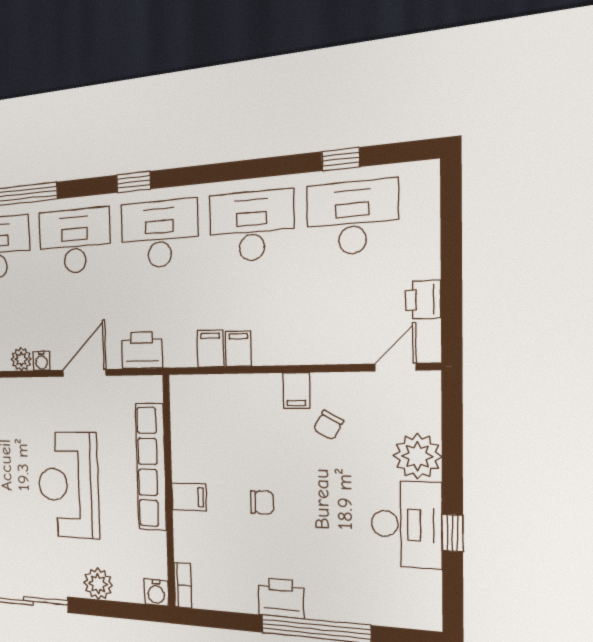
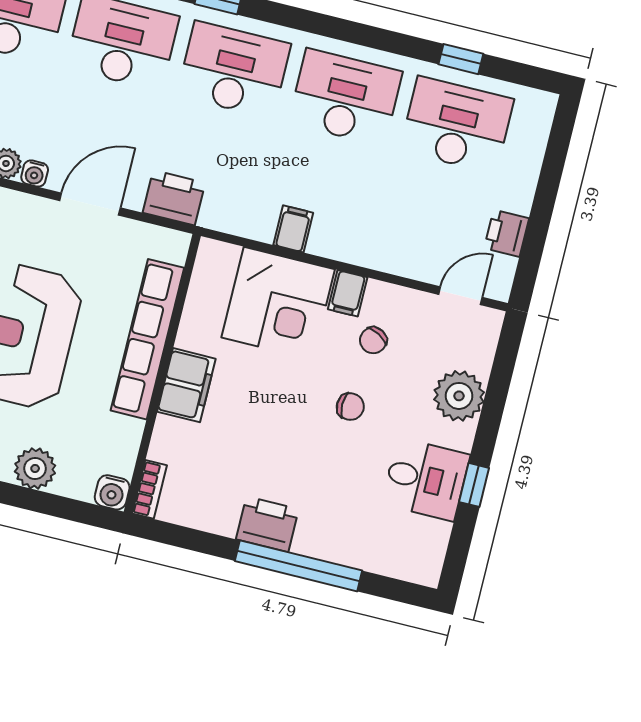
filing cabinet: (210, 349) -> (260, 220), removed
corner desk: (242, 414) -> (278, 303), added
filing cabinet: (189, 497) -> (186, 385), width x2.00
chair: (262, 502) -> (350, 407), moved
desk: (406, 525) -> (426, 479), width x0.73

